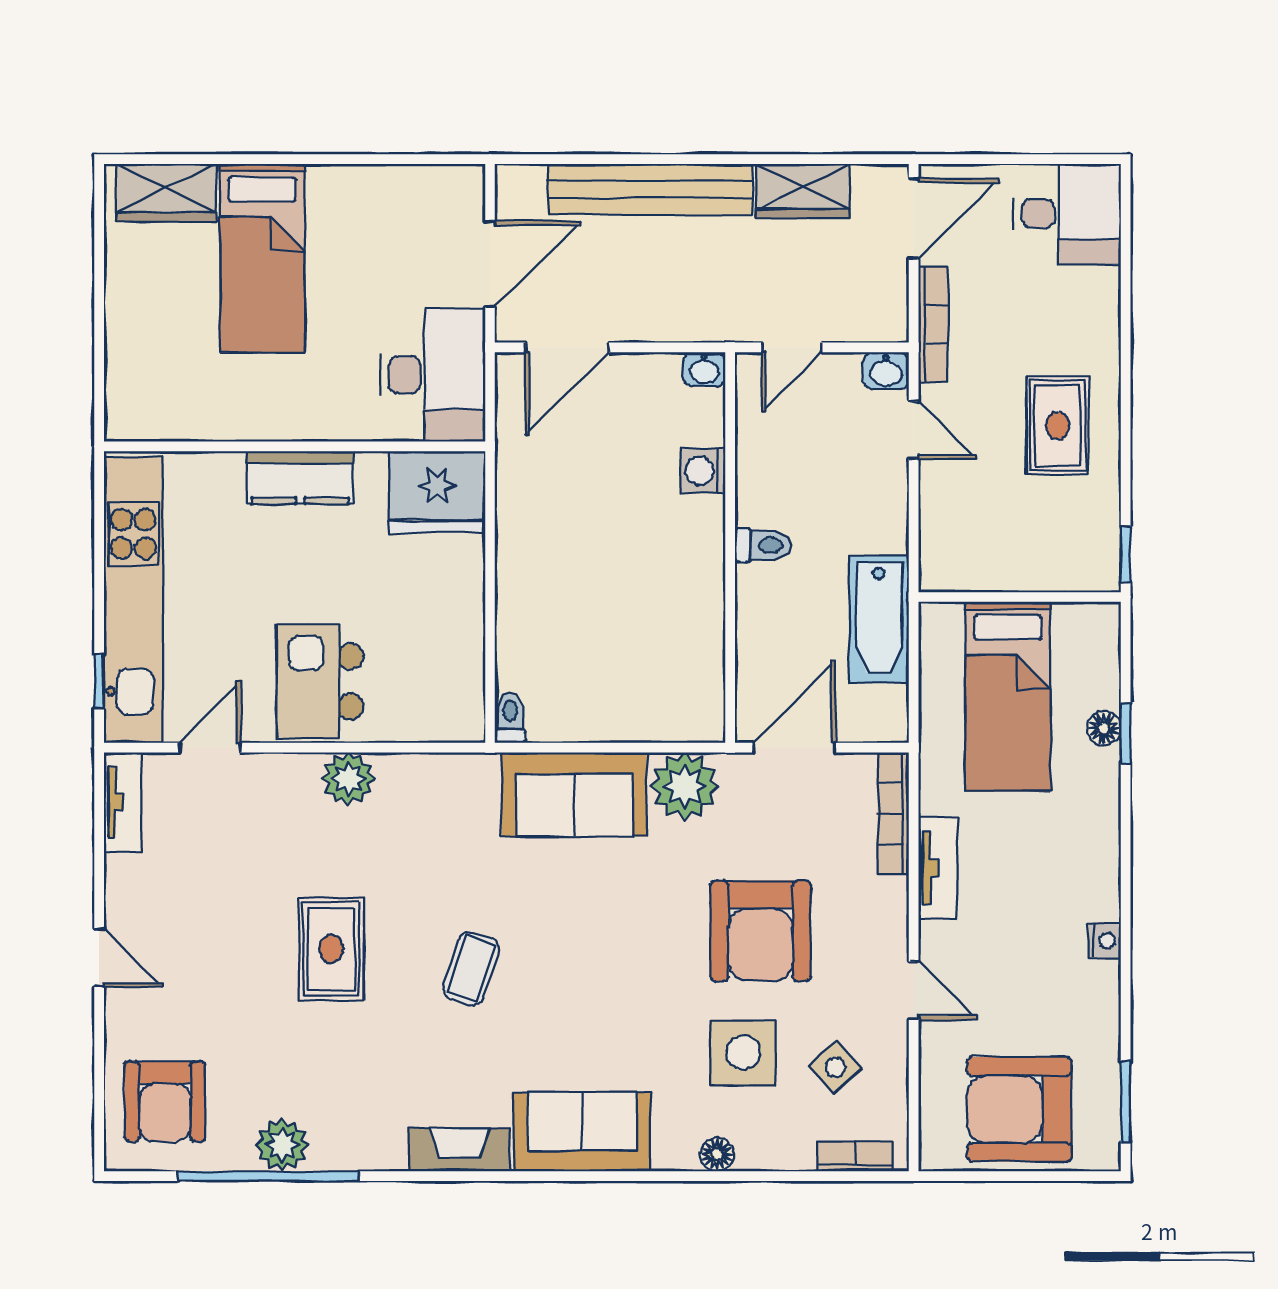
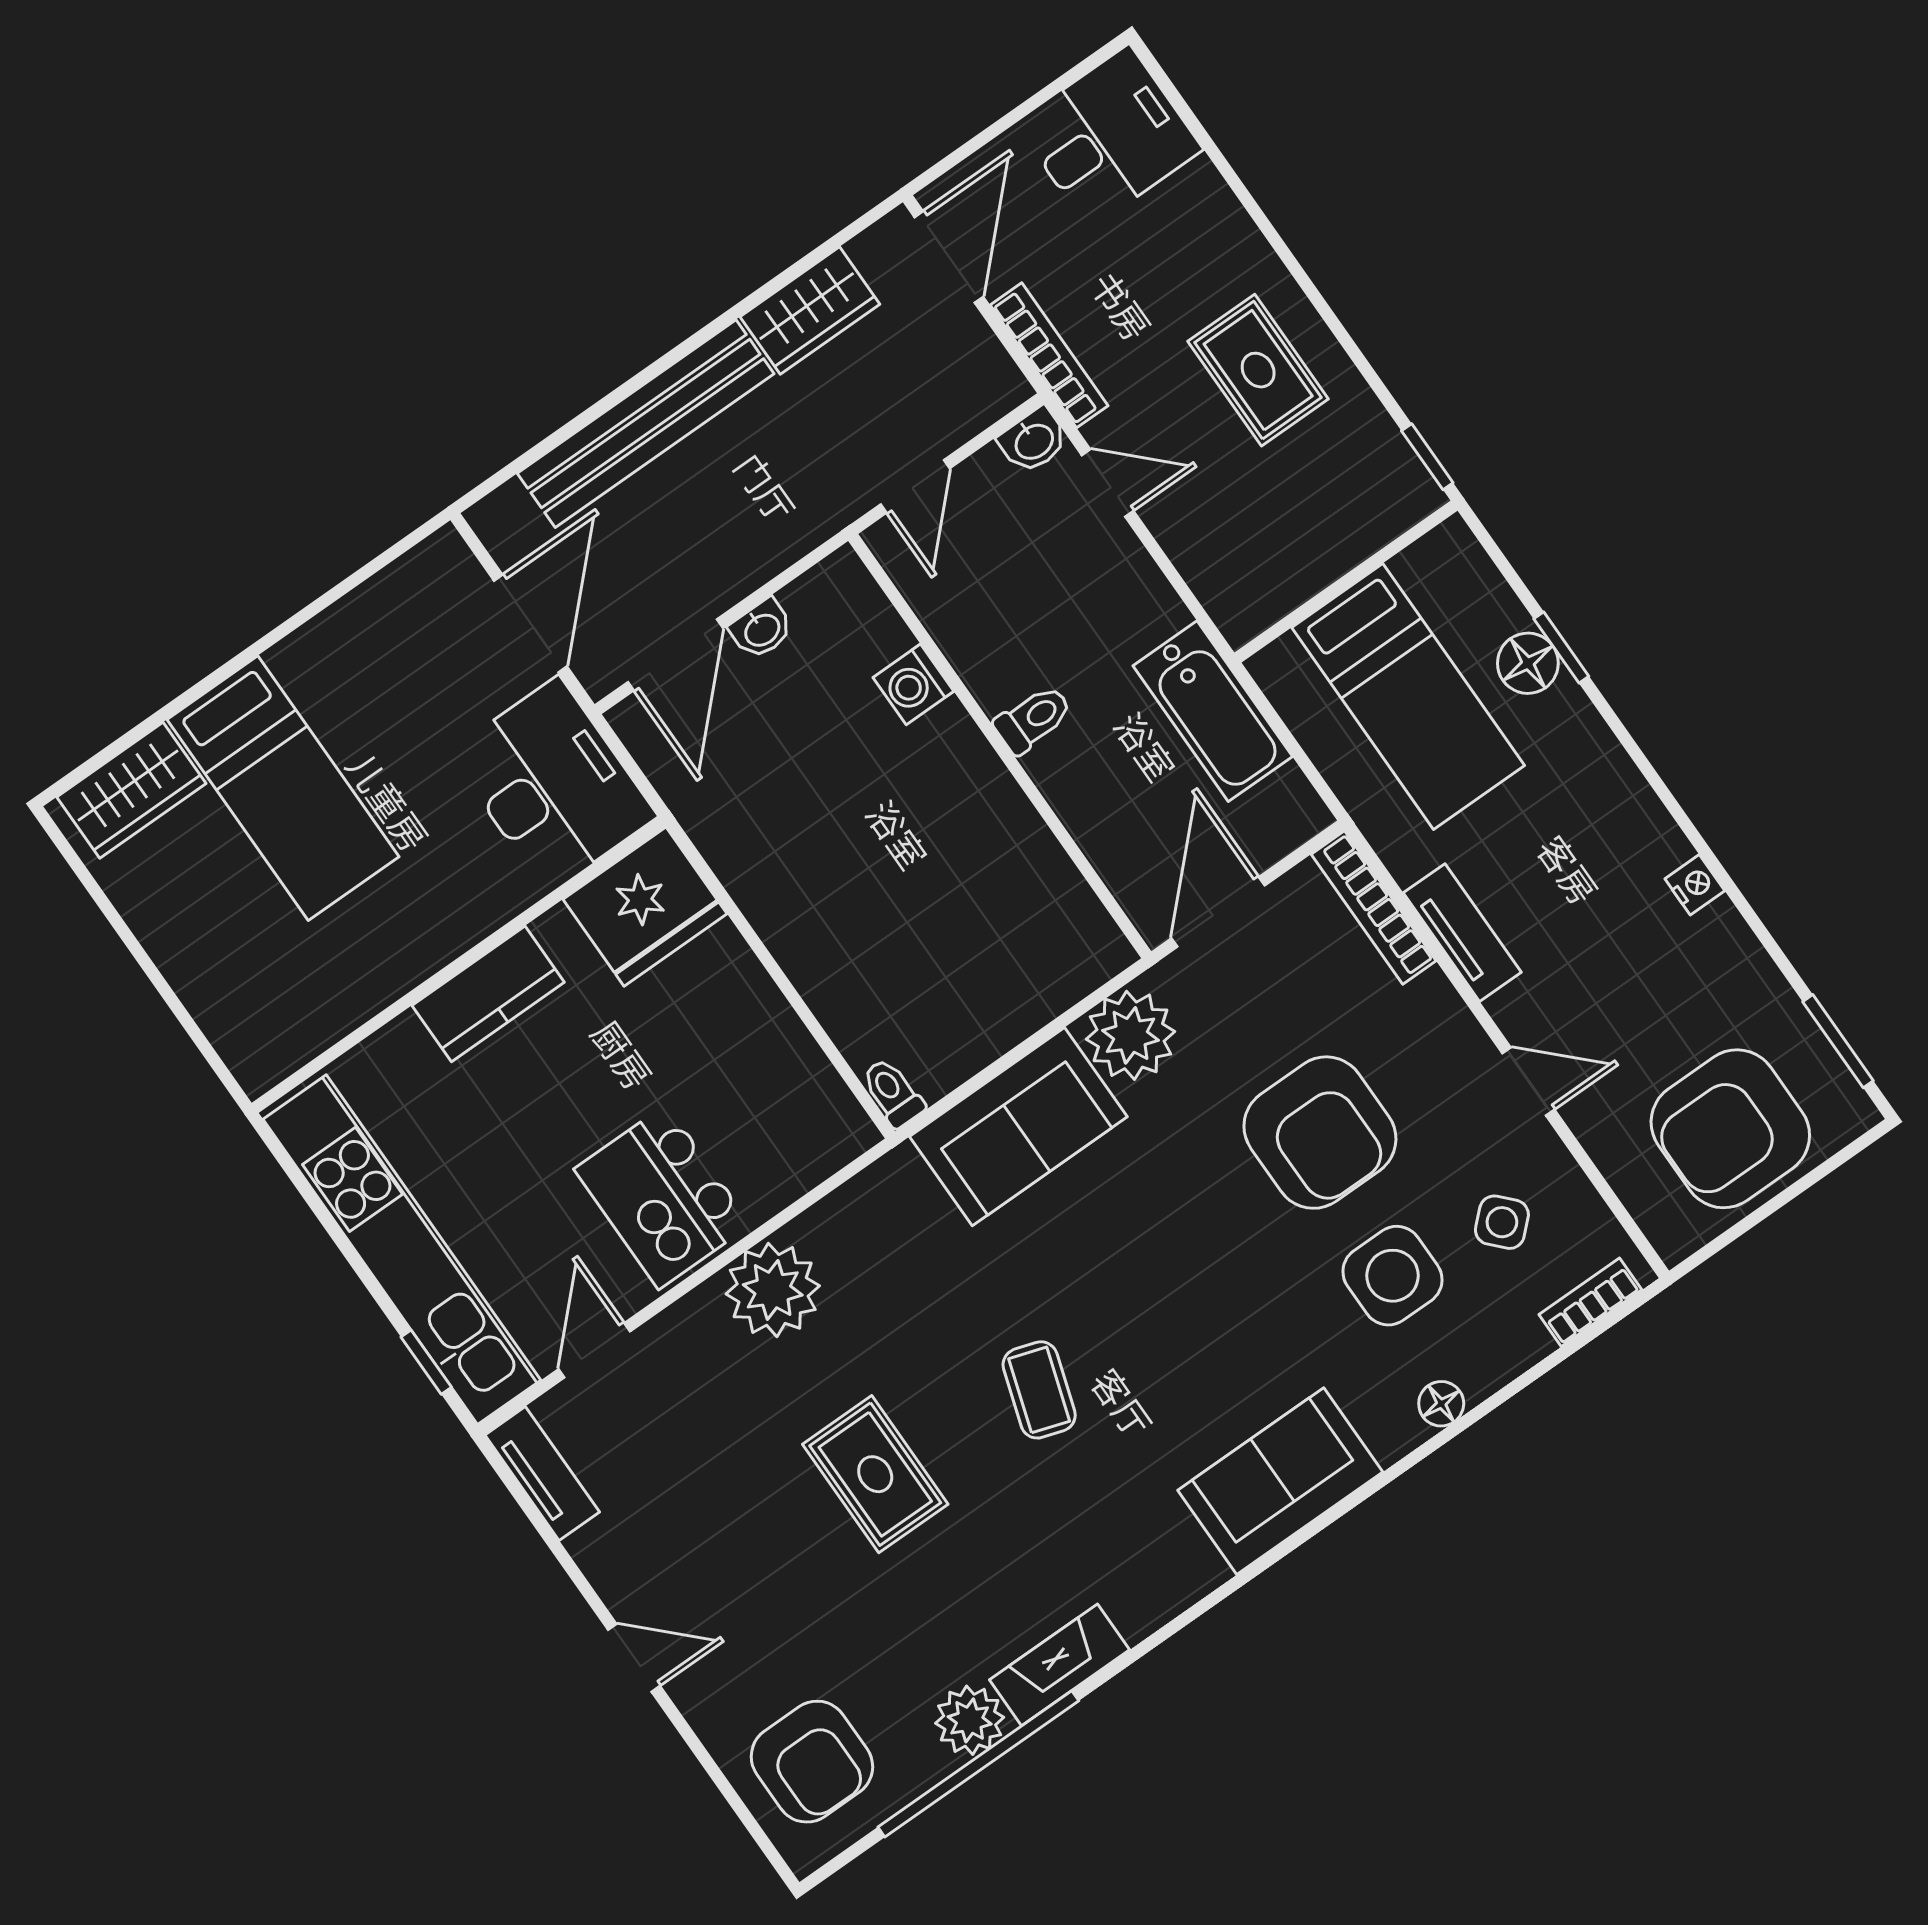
washbasin: (704, 369) -> (762, 629), moved
floor lamp: (1104, 728) -> (1528, 663), width x1.37, depth x1.37
plant: (348, 779) -> (773, 1290), width x1.36, depth x1.36
fireplace: (459, 1150) -> (1060, 1665), moved

